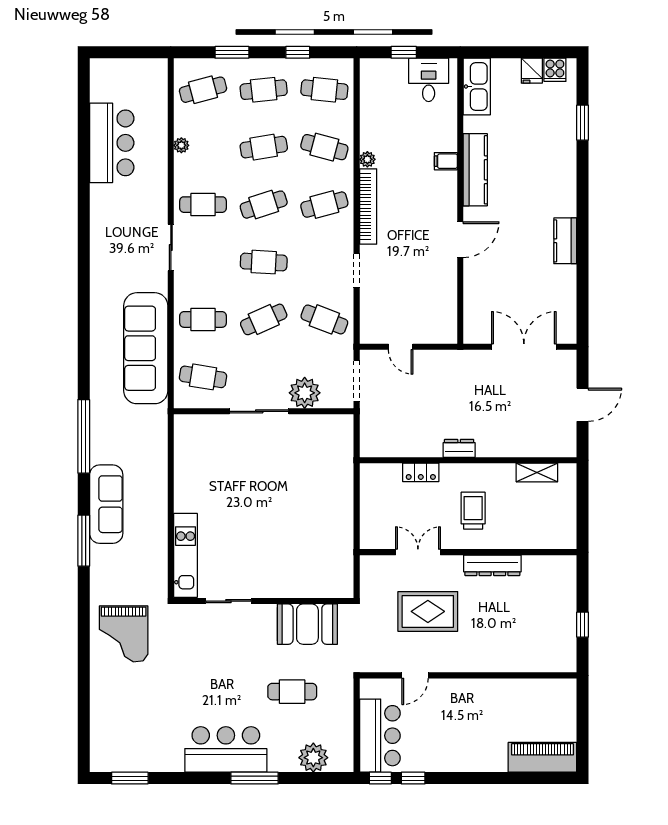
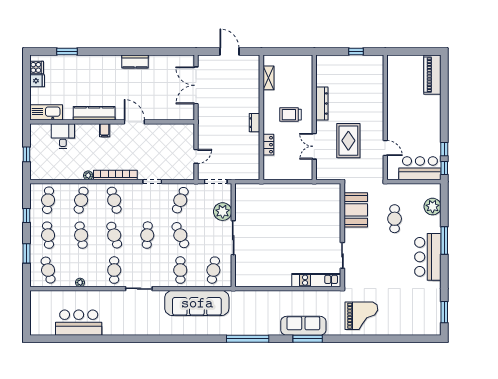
desk: (429, 80) -> (63, 136), moved, turned 90
filing cabinet: (446, 161) -> (105, 130), moved
sofa: (106, 504) -> (303, 326), moved

